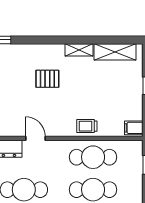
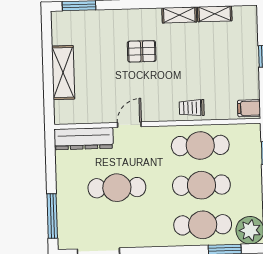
shelving: (115, 52) -> (215, 14), width x0.67, depth x0.75
door: (36, 138) -> (129, 125), hinge flipped

